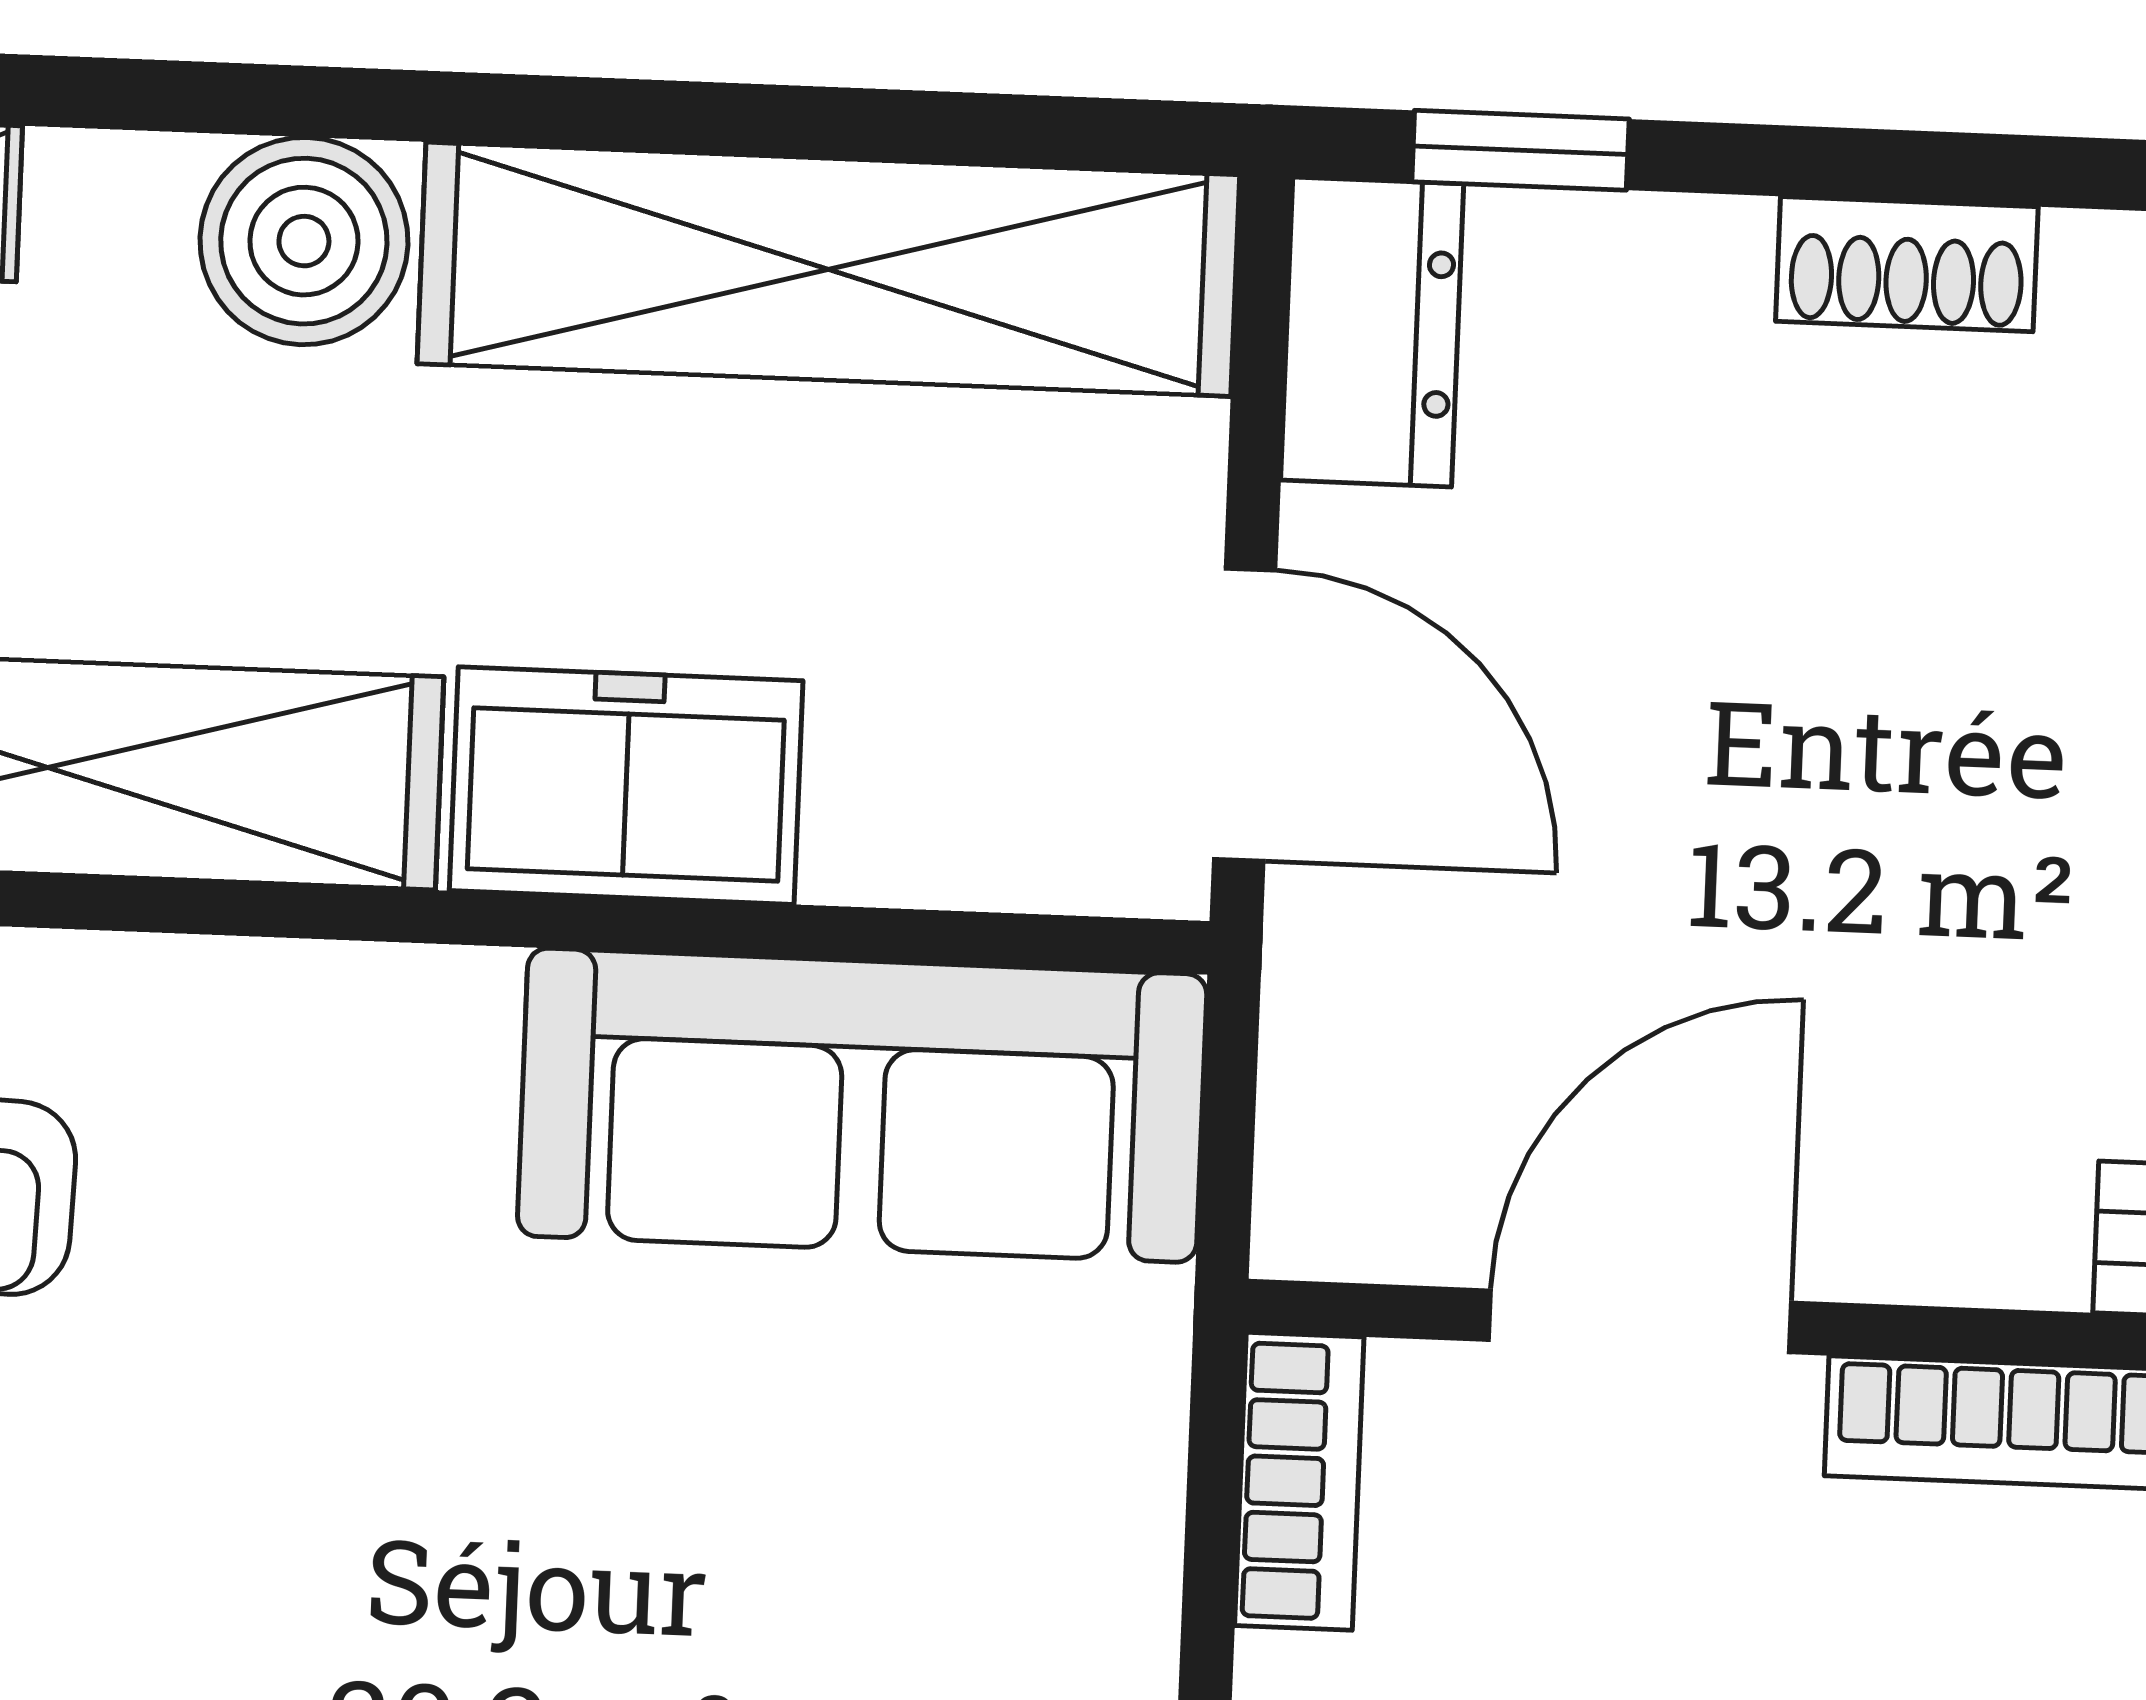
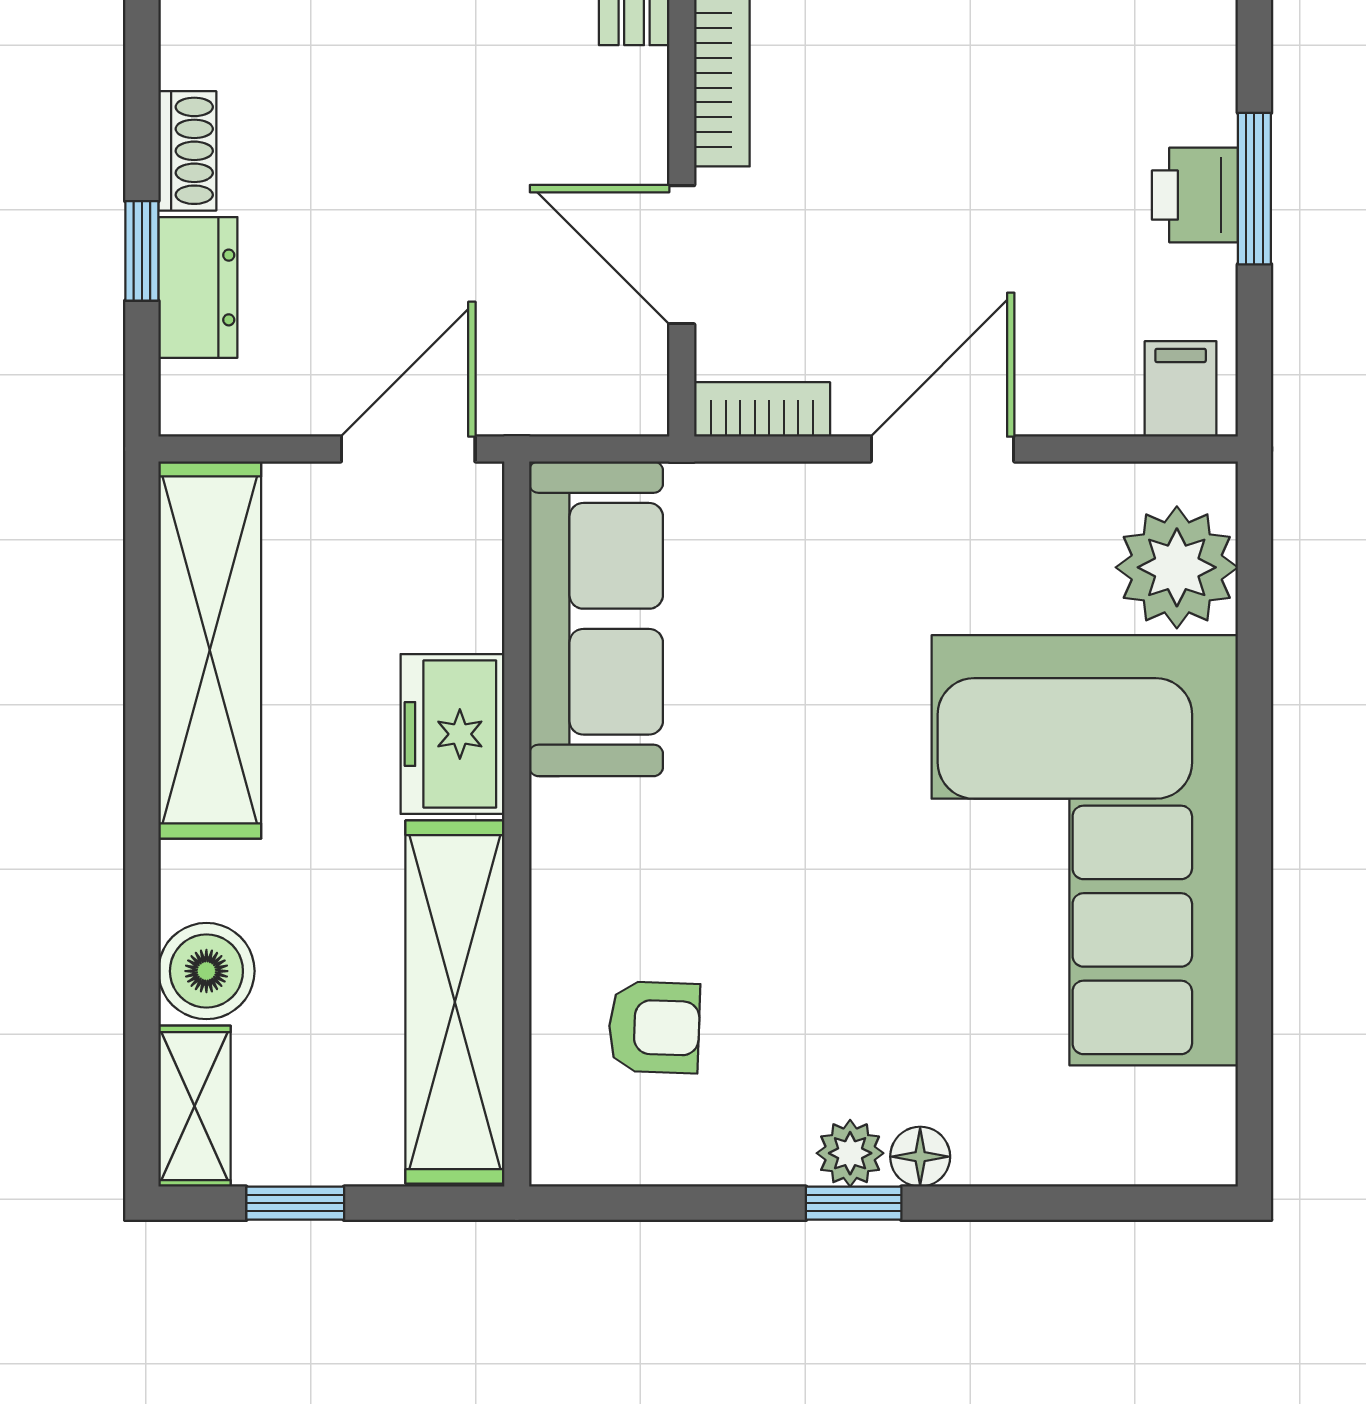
window: (1520, 150) -> (142, 251), moved
boiler: (304, 241) -> (206, 971), moved
dresser: (1372, 332) -> (198, 287), moved, turned 90

